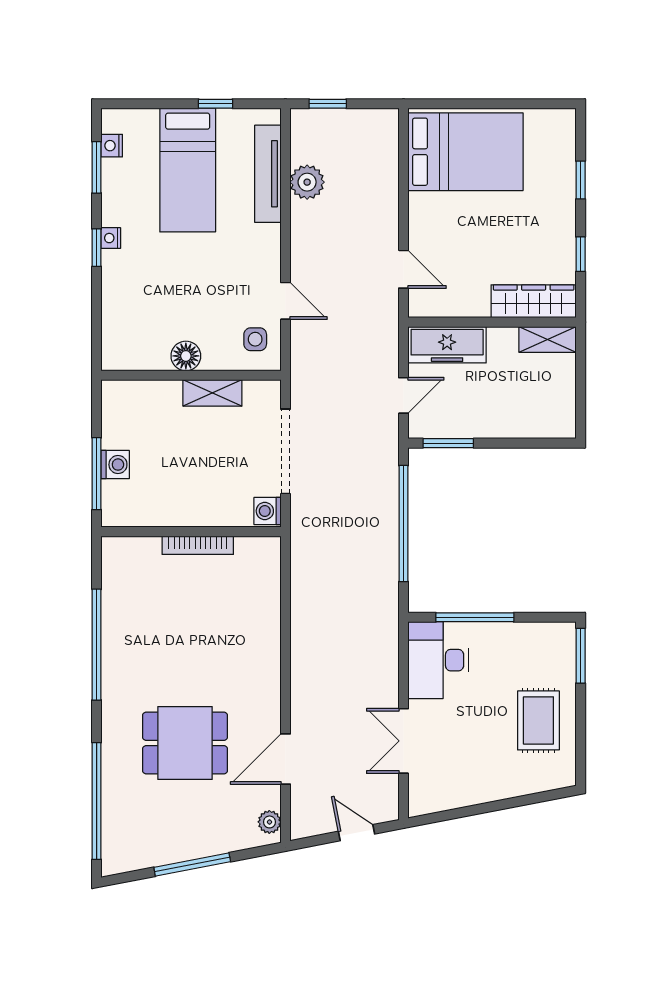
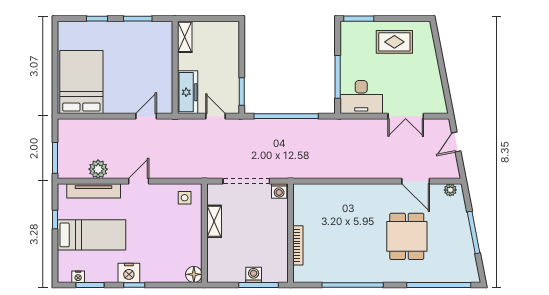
window: (328, 104) -> (55, 158), width x1.50
nightstand: (111, 238) -> (129, 273), width x1.89, depth x1.79
window: (581, 254) -> (138, 19), width x1.50
door: (285, 301) -> (139, 181), moved
wardrobe: (534, 301) -> (164, 45), removed
floor lamp: (186, 356) -> (194, 274), moved
bookcase: (198, 545) -> (298, 245), moved

